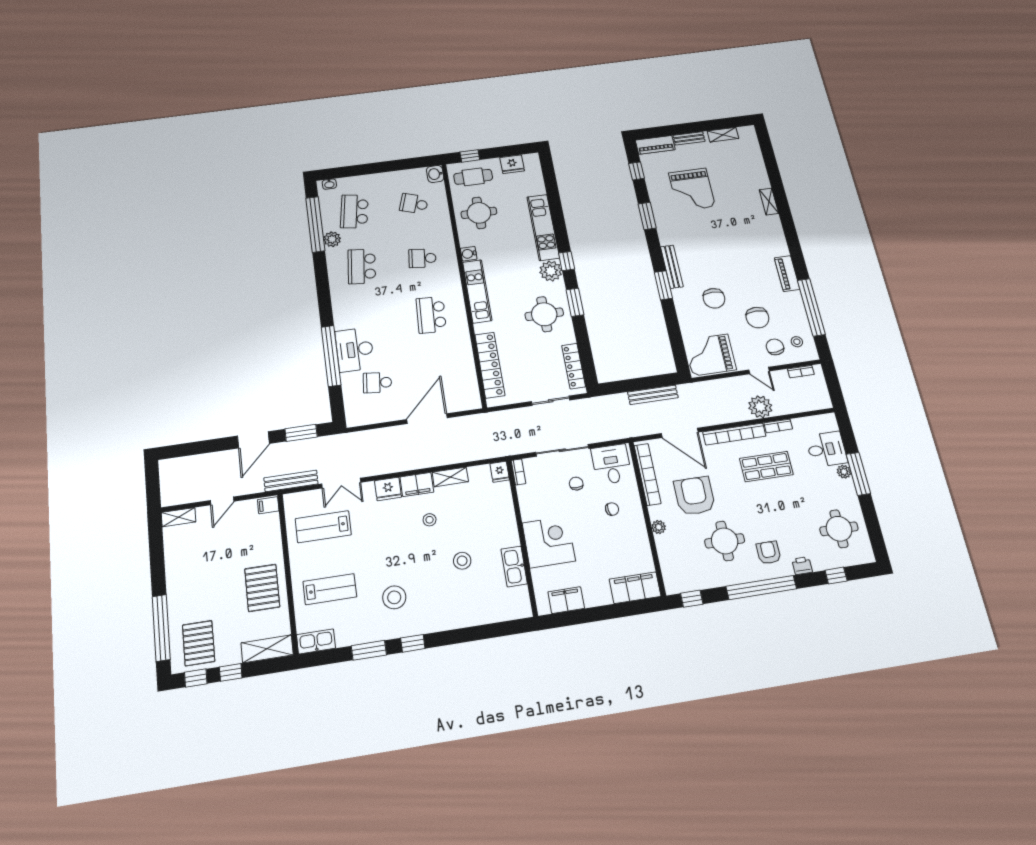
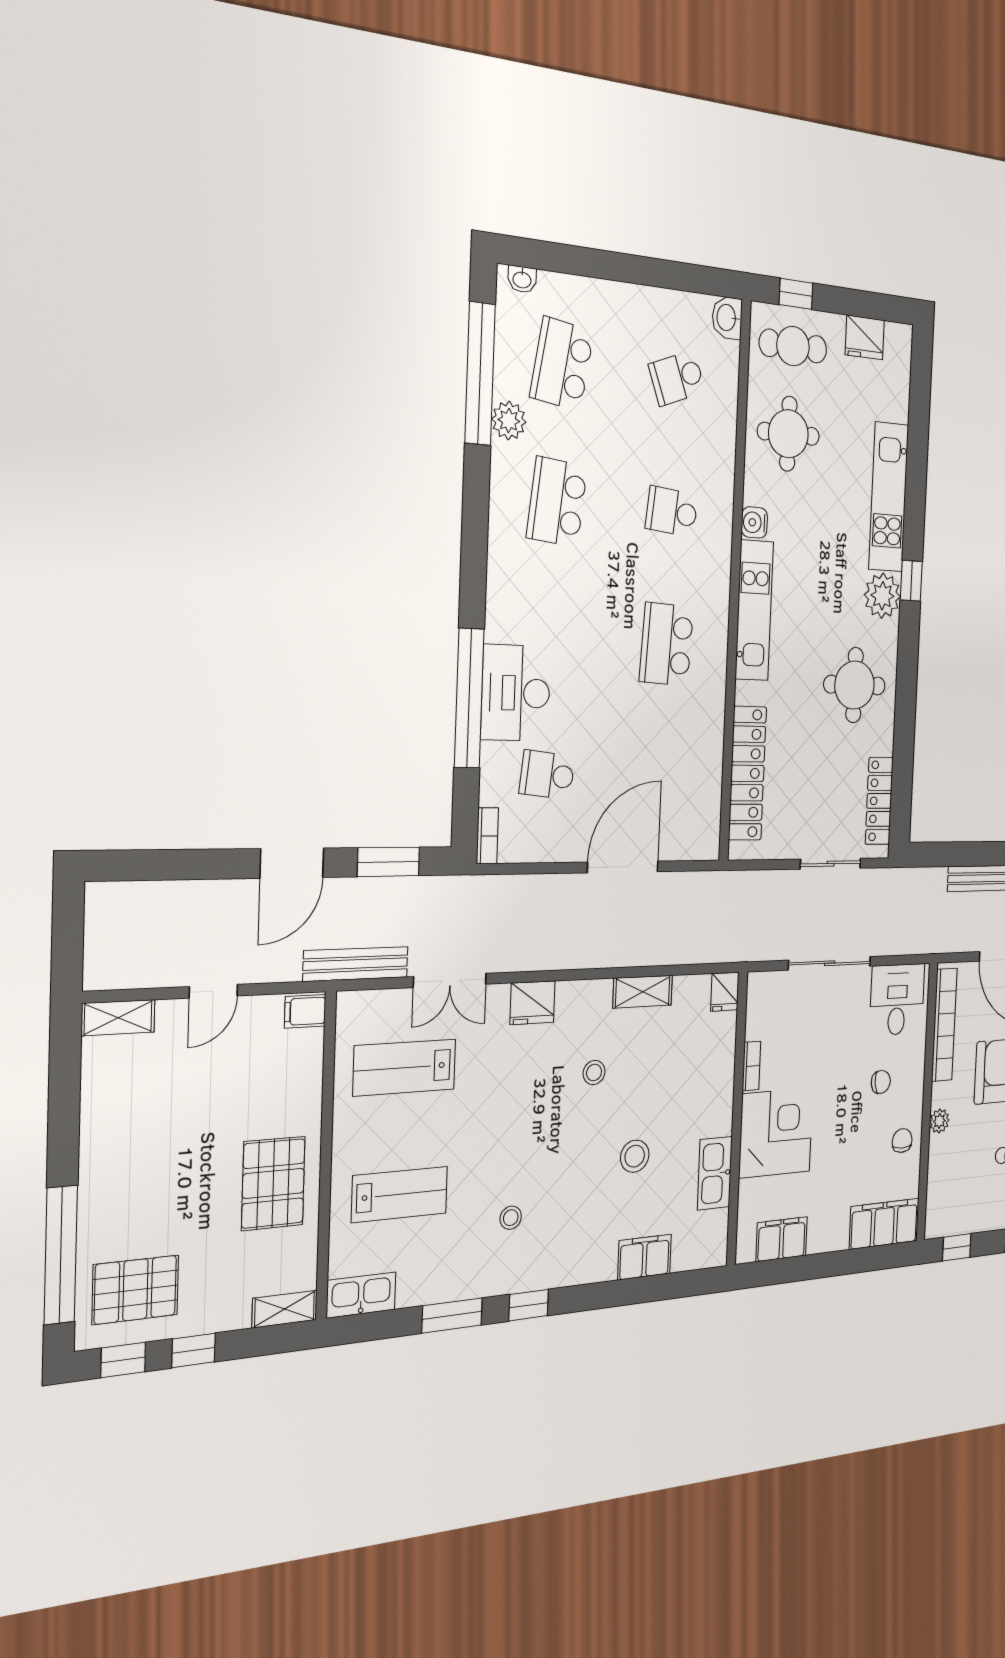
school desk: (414, 204) -> (677, 378), turned -39
window: (575, 302) -> (907, 671), removed
bookcase: (350, 414) -> (487, 836), added
bookcase: (518, 472) -> (751, 1066), moved
chair: (576, 484) -> (902, 1141), moved
filing cabinet: (417, 485) -> (645, 1257), moved, turned 180
stool: (394, 597) -> (511, 1218), width x0.53, depth x0.53
pallet: (199, 643) -> (135, 1290), turned 90
shelving: (267, 649) -> (285, 1309), width x0.67, depth x0.75

